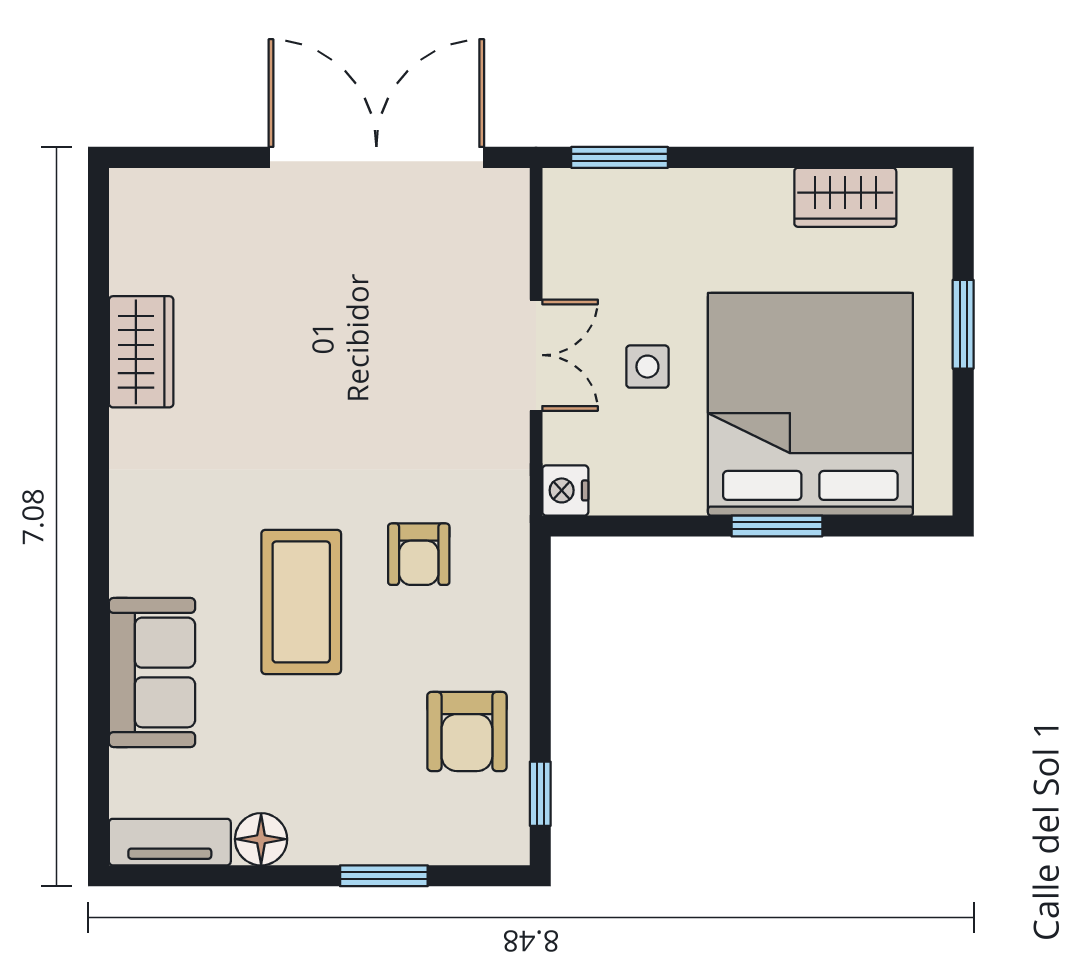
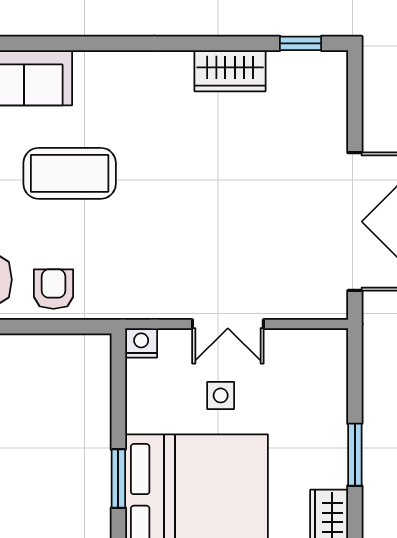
window: (620, 157) -> (355, 455), moved
window: (98, 242) -> (301, 43), added
armchair: (419, 554) -> (53, 289), moved, turned 90

